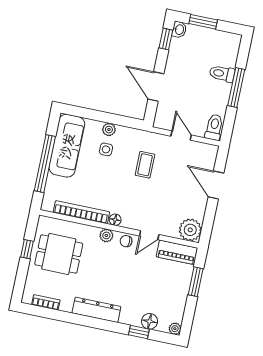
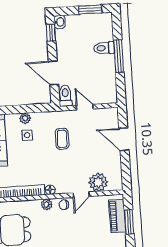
window: (203, 22) -> (90, 9), moved
toilet: (214, 127) -> (65, 96), moved
plant: (190, 230) -> (98, 182), moved
piano: (177, 252) -> (117, 216), moved, turned 90

